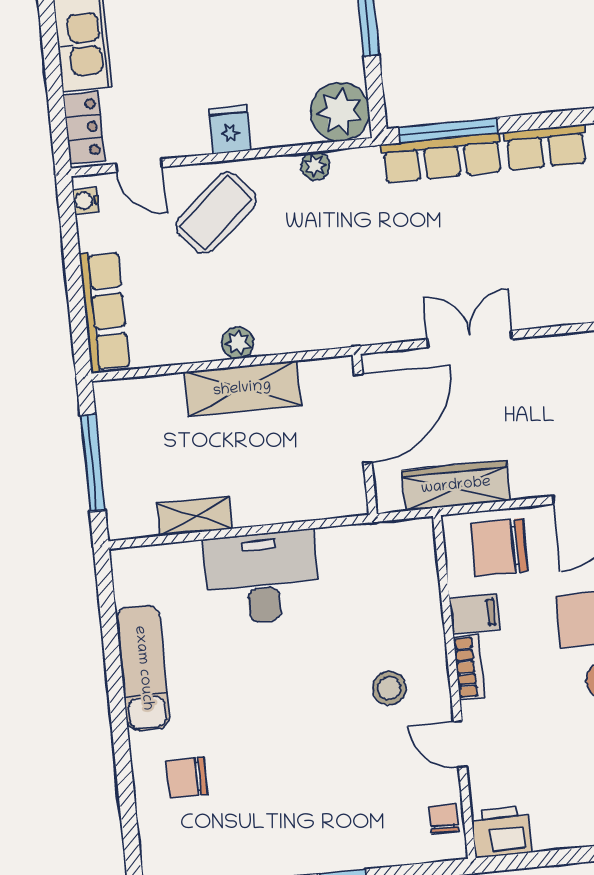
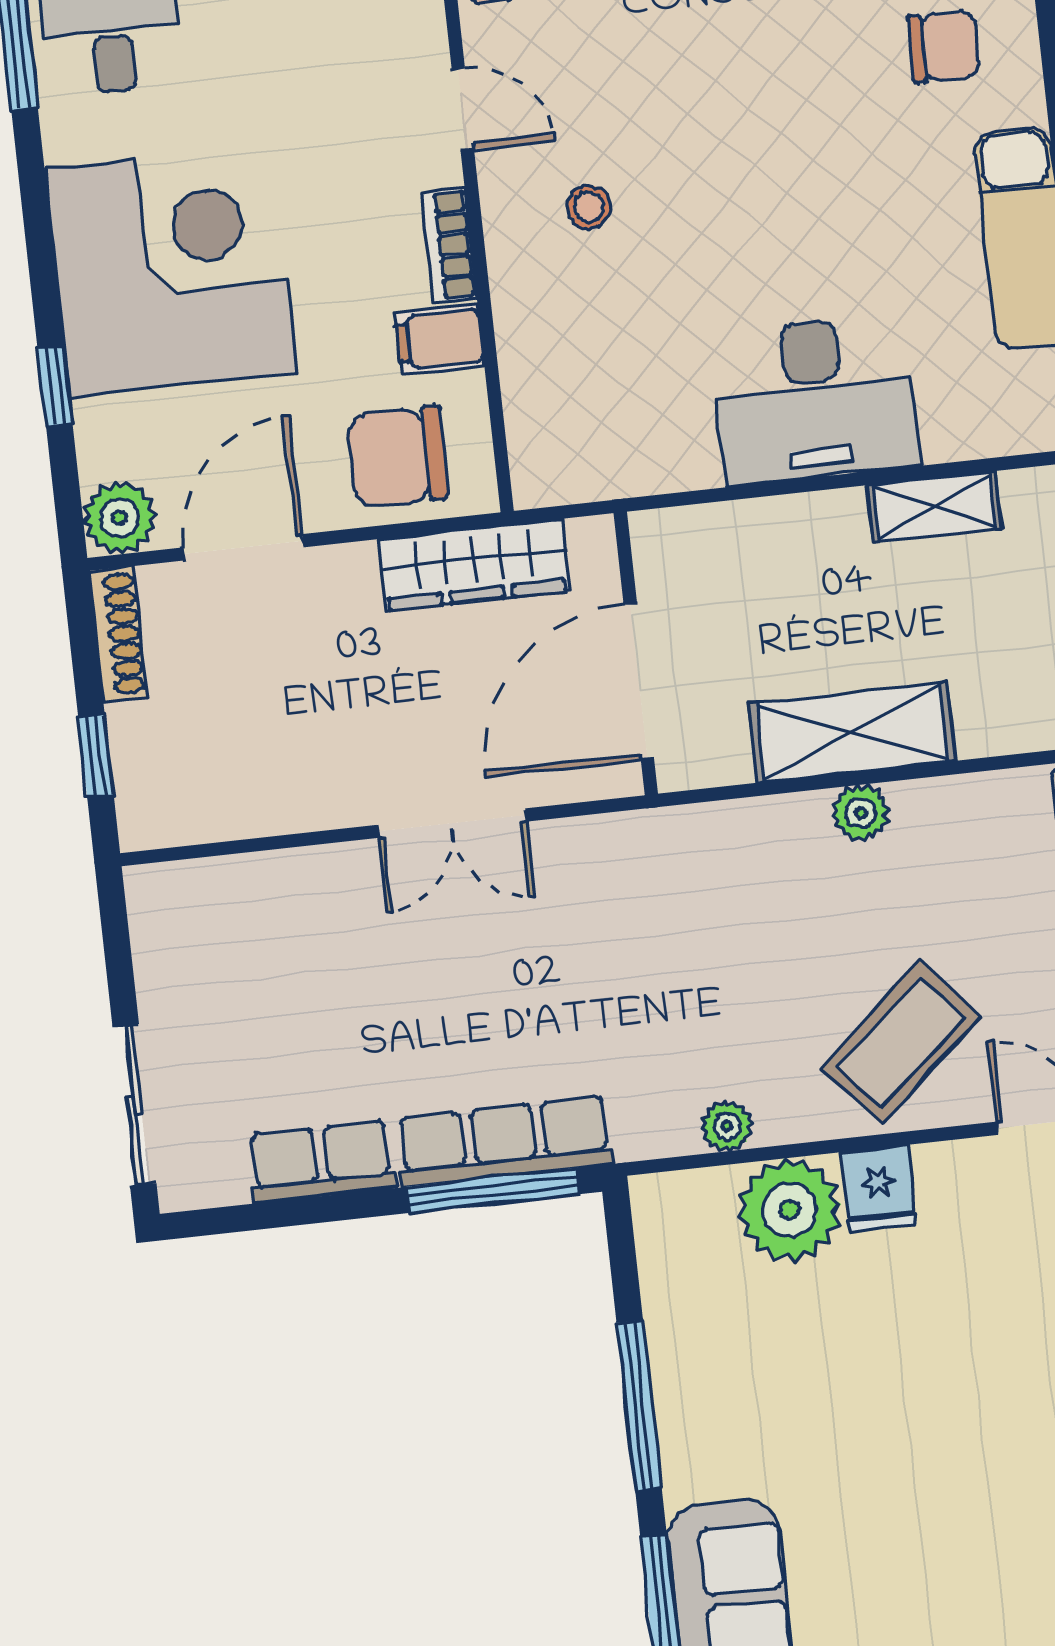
plant: (340, 112) -> (790, 1210), moved
chair: (499, 547) -> (398, 457), turned 180
stool: (389, 688) -> (589, 207), width x0.73, depth x0.73

